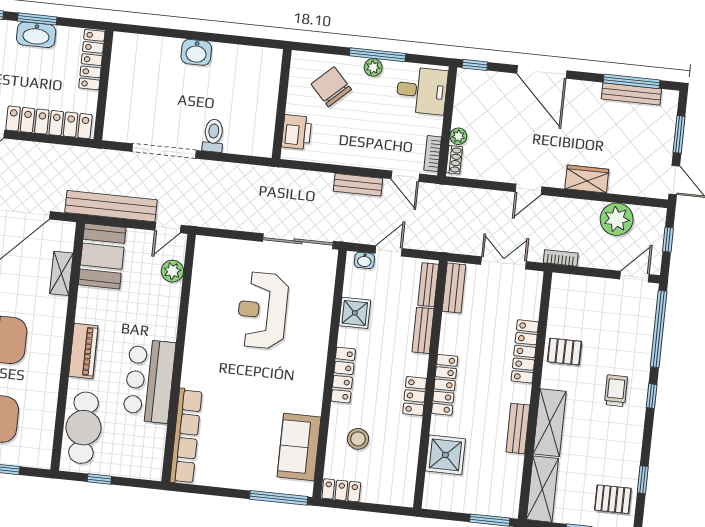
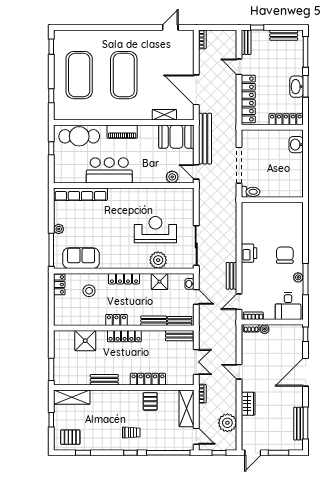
washbasin: (196, 52) -> (296, 145), moved
chair: (331, 87) -> (285, 255), turned -47
wall: (282, 104) -> (272, 200), moved
printer: (297, 132) -> (249, 253), moved, turned -90
plant: (317, 311) -> (158, 260), added
shelving: (550, 423) -> (186, 408), moved, turned 90
plant: (243, 481) -> (59, 229), added
pallet: (613, 499) -> (70, 437), turned 90

